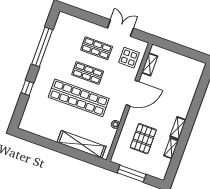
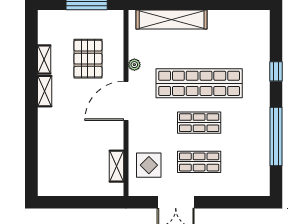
door: (132, 93) -> (126, 101), moved

